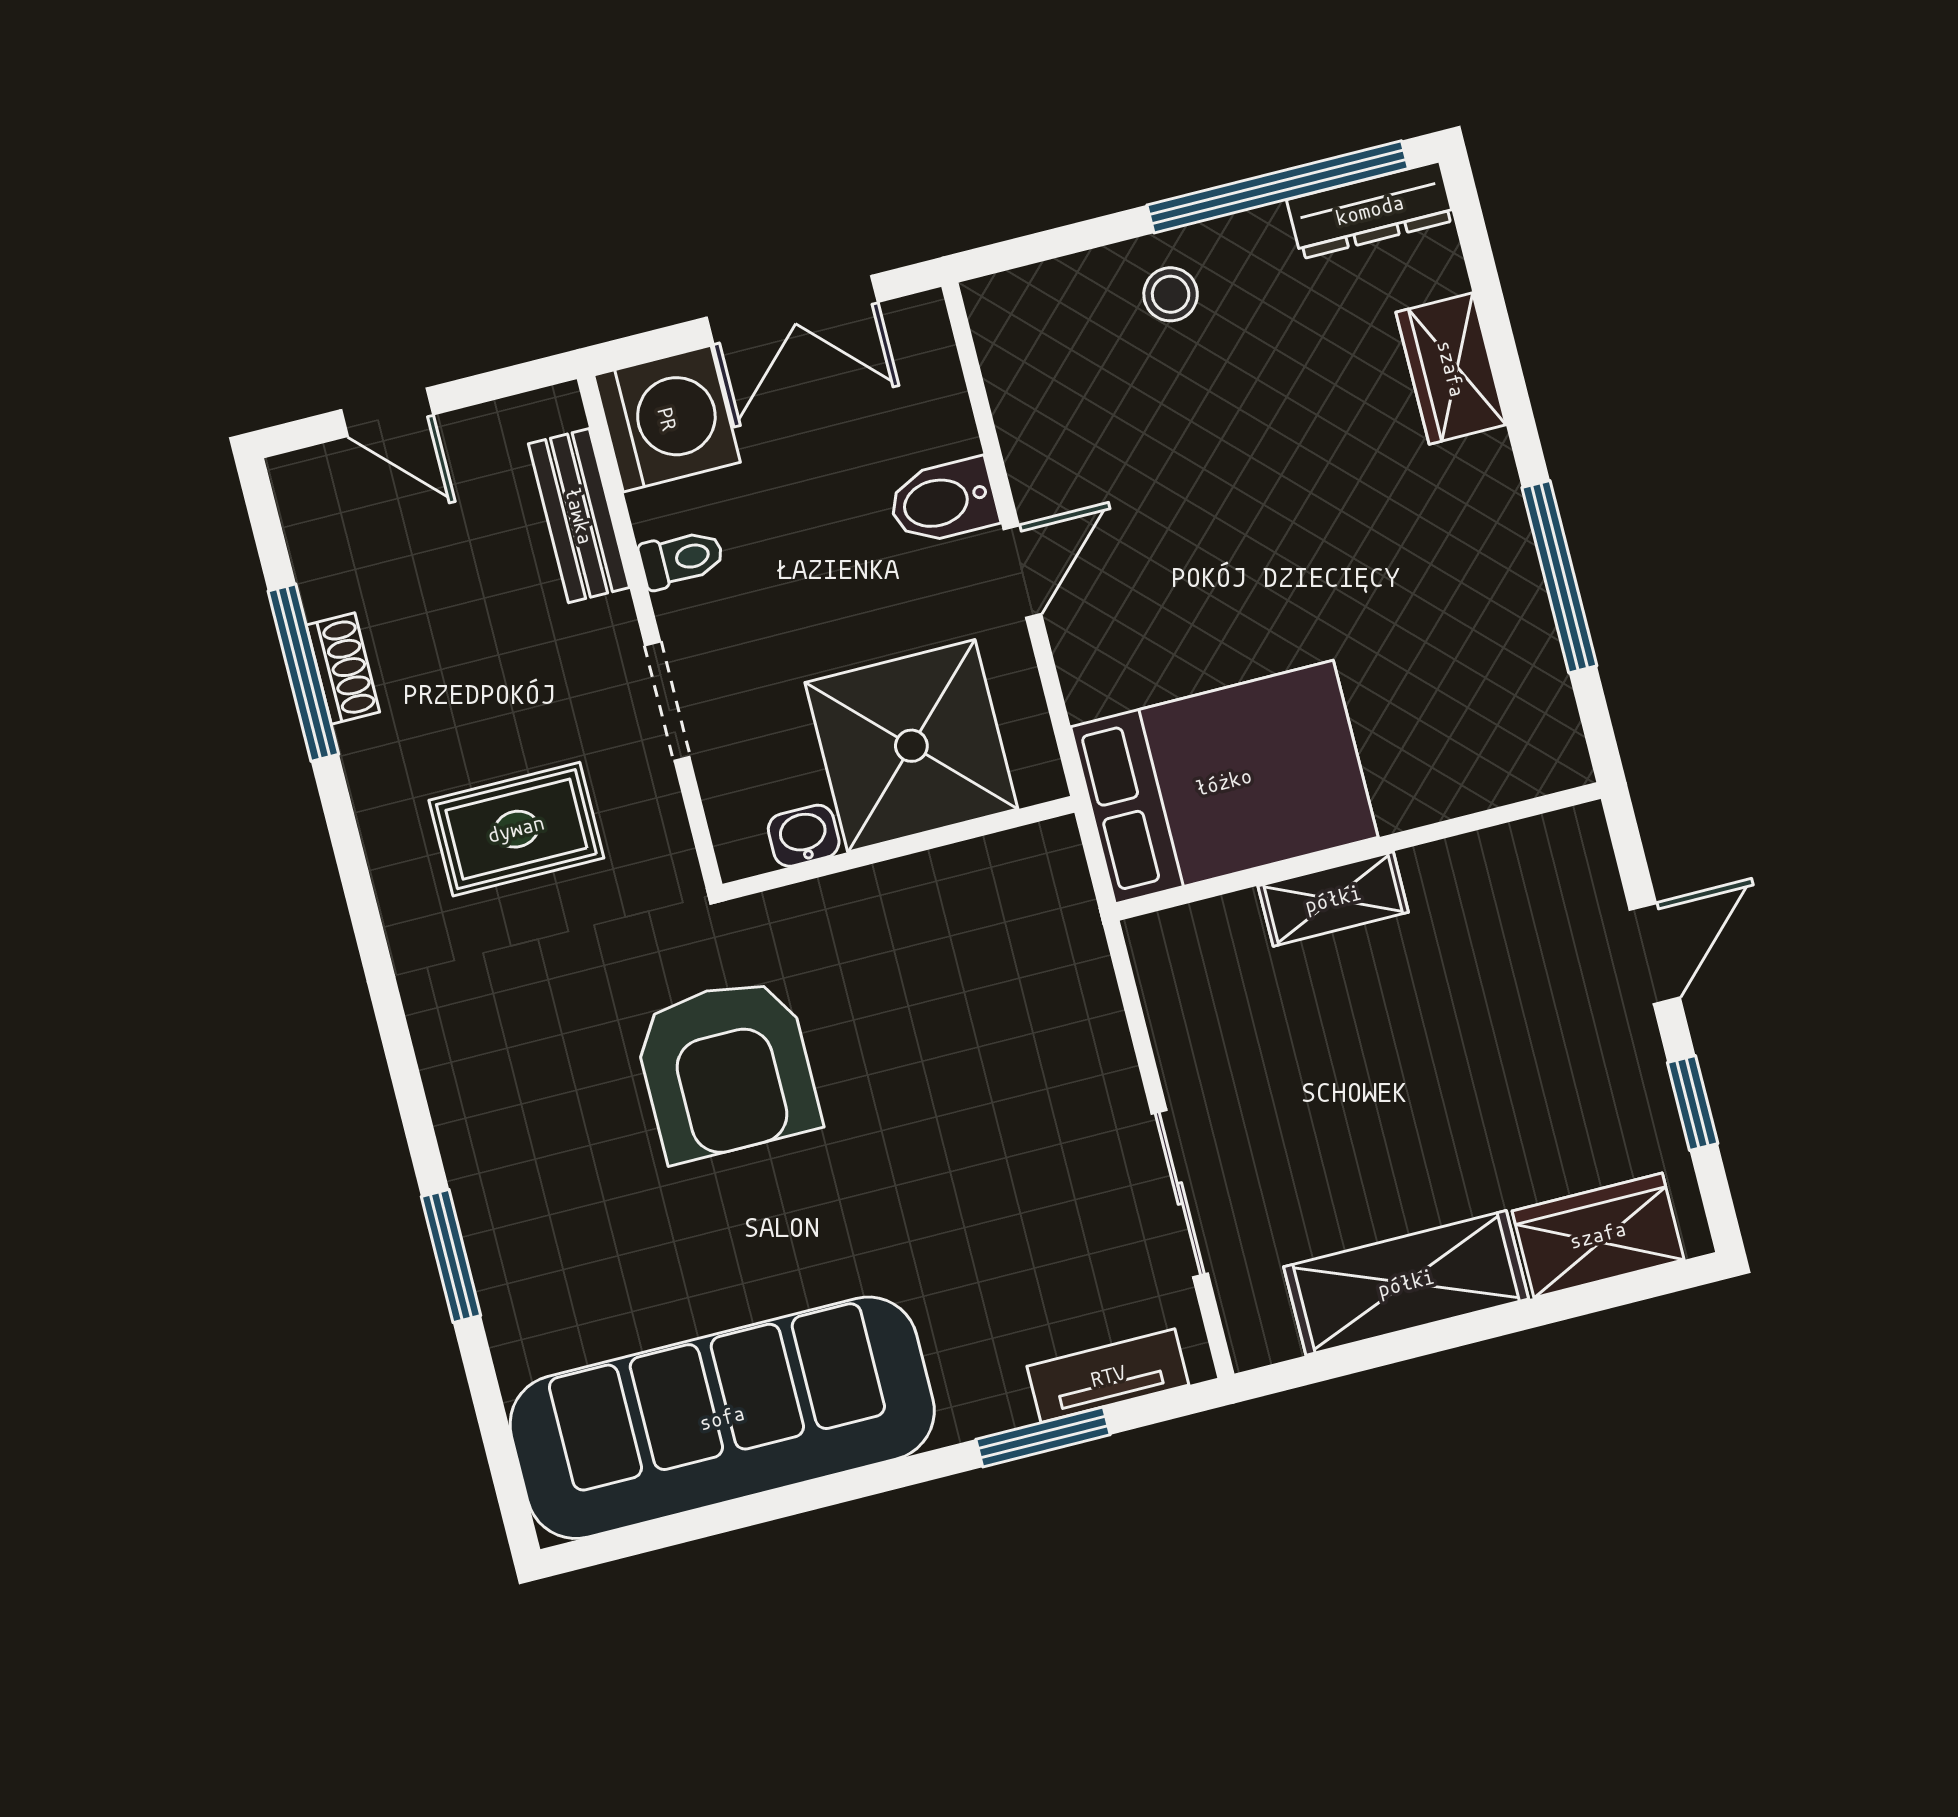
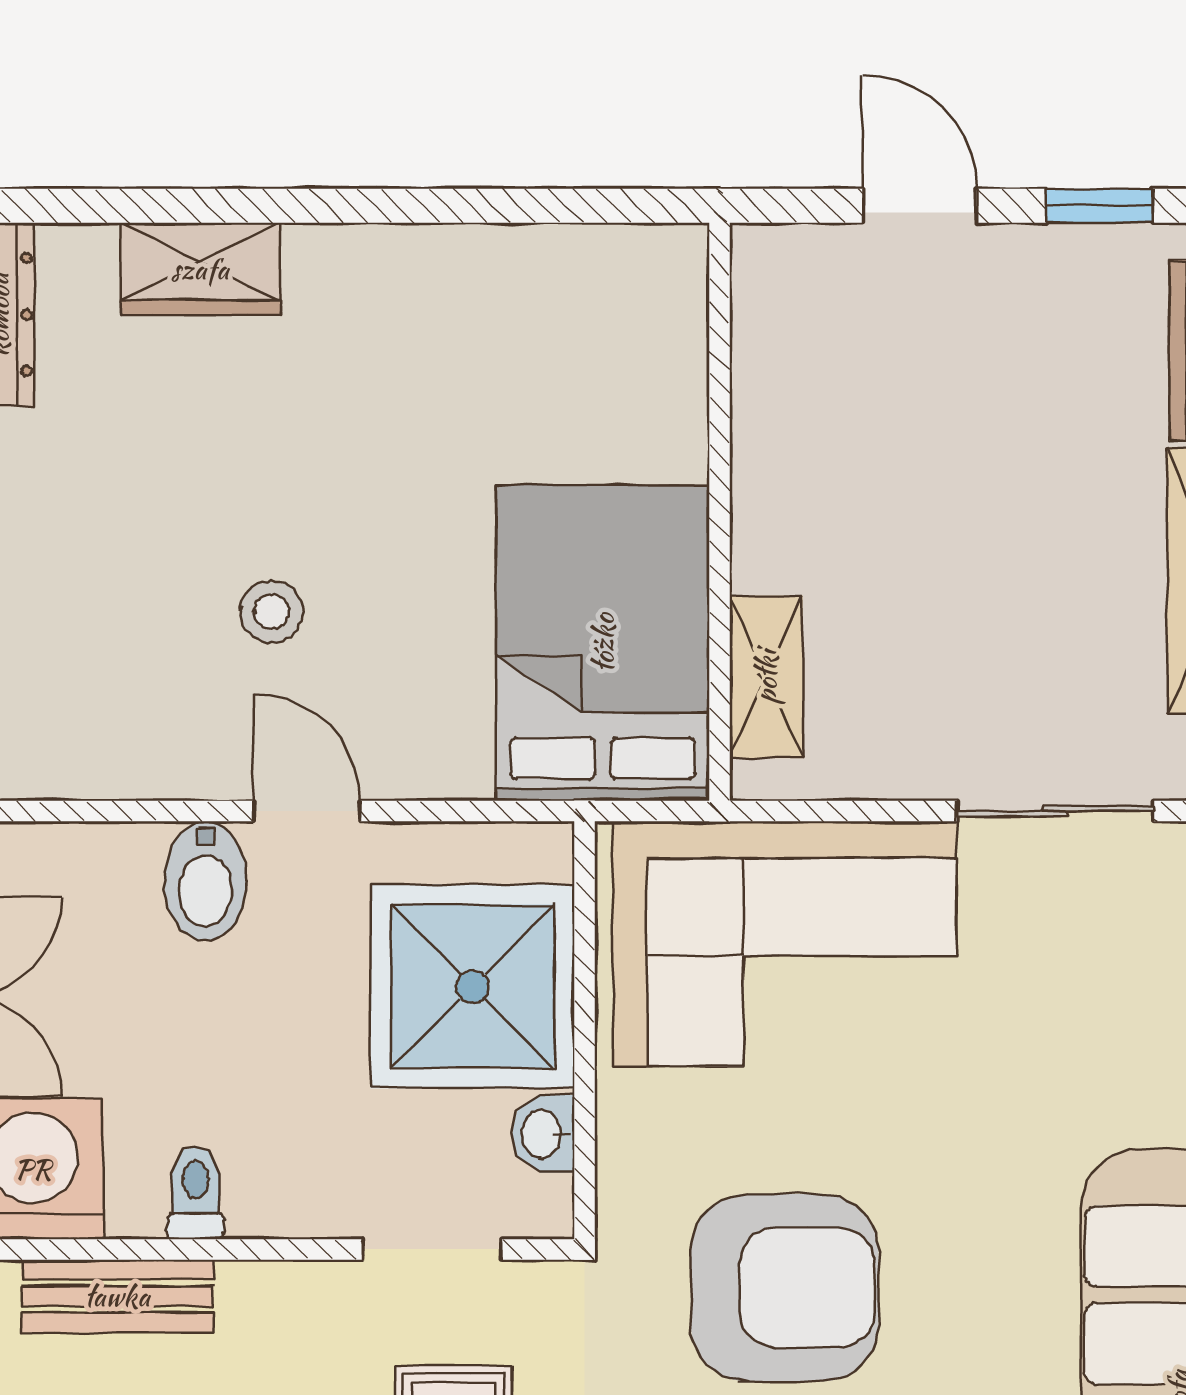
stool: (1171, 294) -> (271, 612), moved
window: (1559, 577) -> (467, 206), removed
doorway: (667, 701) -> (432, 1249), moved
shelving: (1333, 899) -> (766, 677), moved
corner sofa: (1013, 997) -> (785, 944), added

